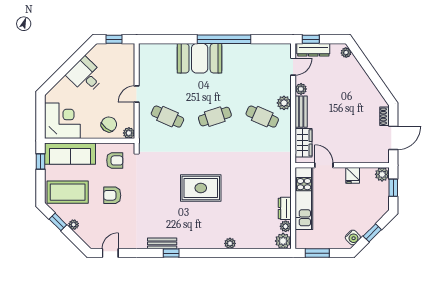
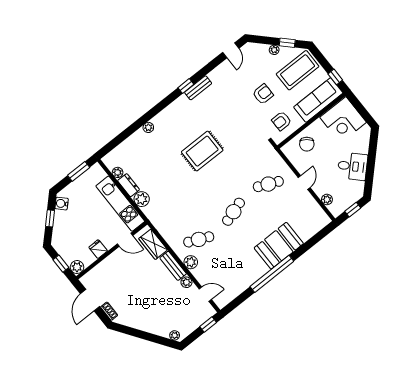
dresser: (313, 50) -> (200, 318), removed
door: (293, 67) -> (205, 294), swing flipped
plant: (129, 133) -> (327, 199), moved
plant: (283, 241) -> (142, 199), moved

